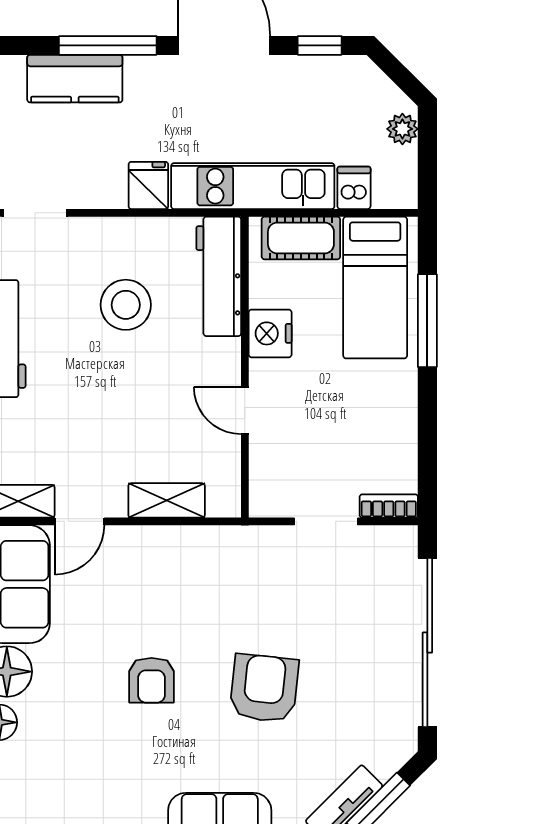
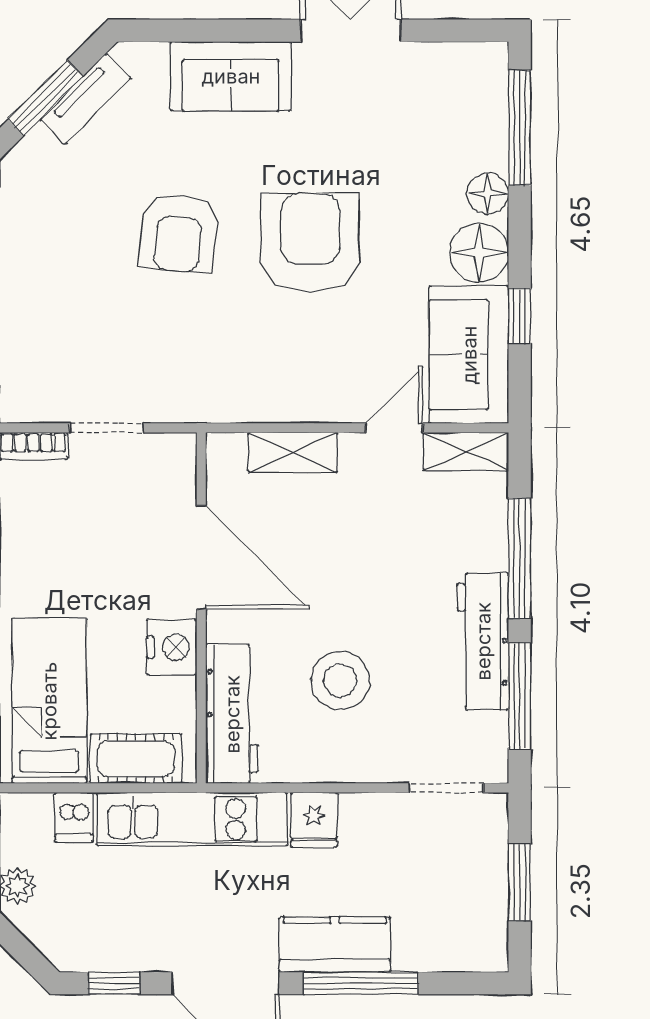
kitchen counter: (75, 79) -> (335, 944), moved
door: (245, 410) -> (201, 557), width x1.88
armchair: (152, 680) -> (310, 243), width x1.88, depth x1.88

